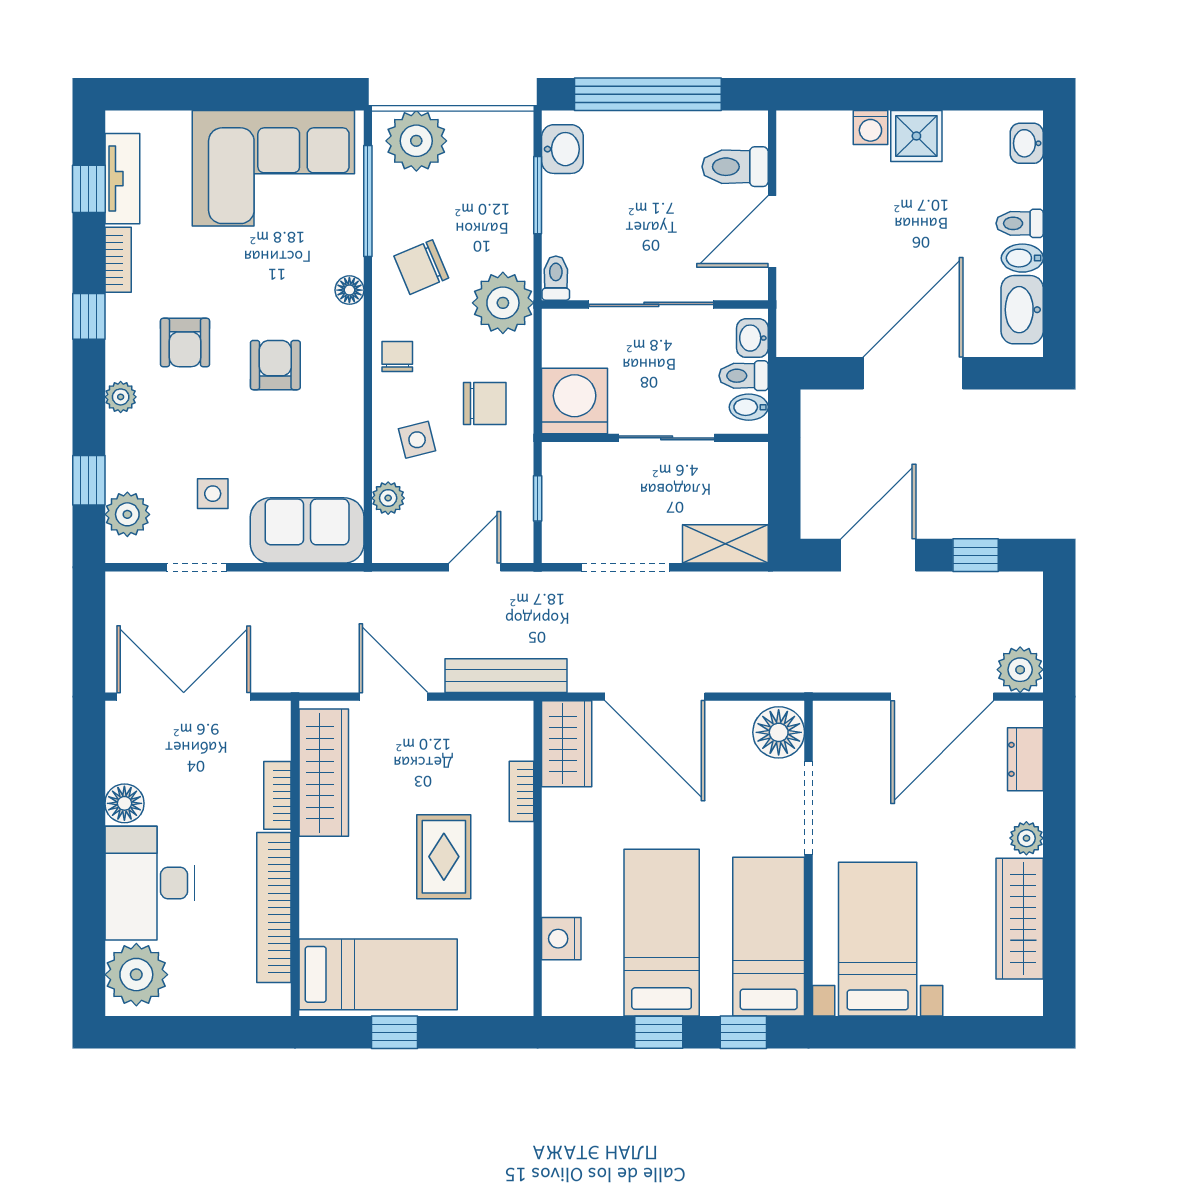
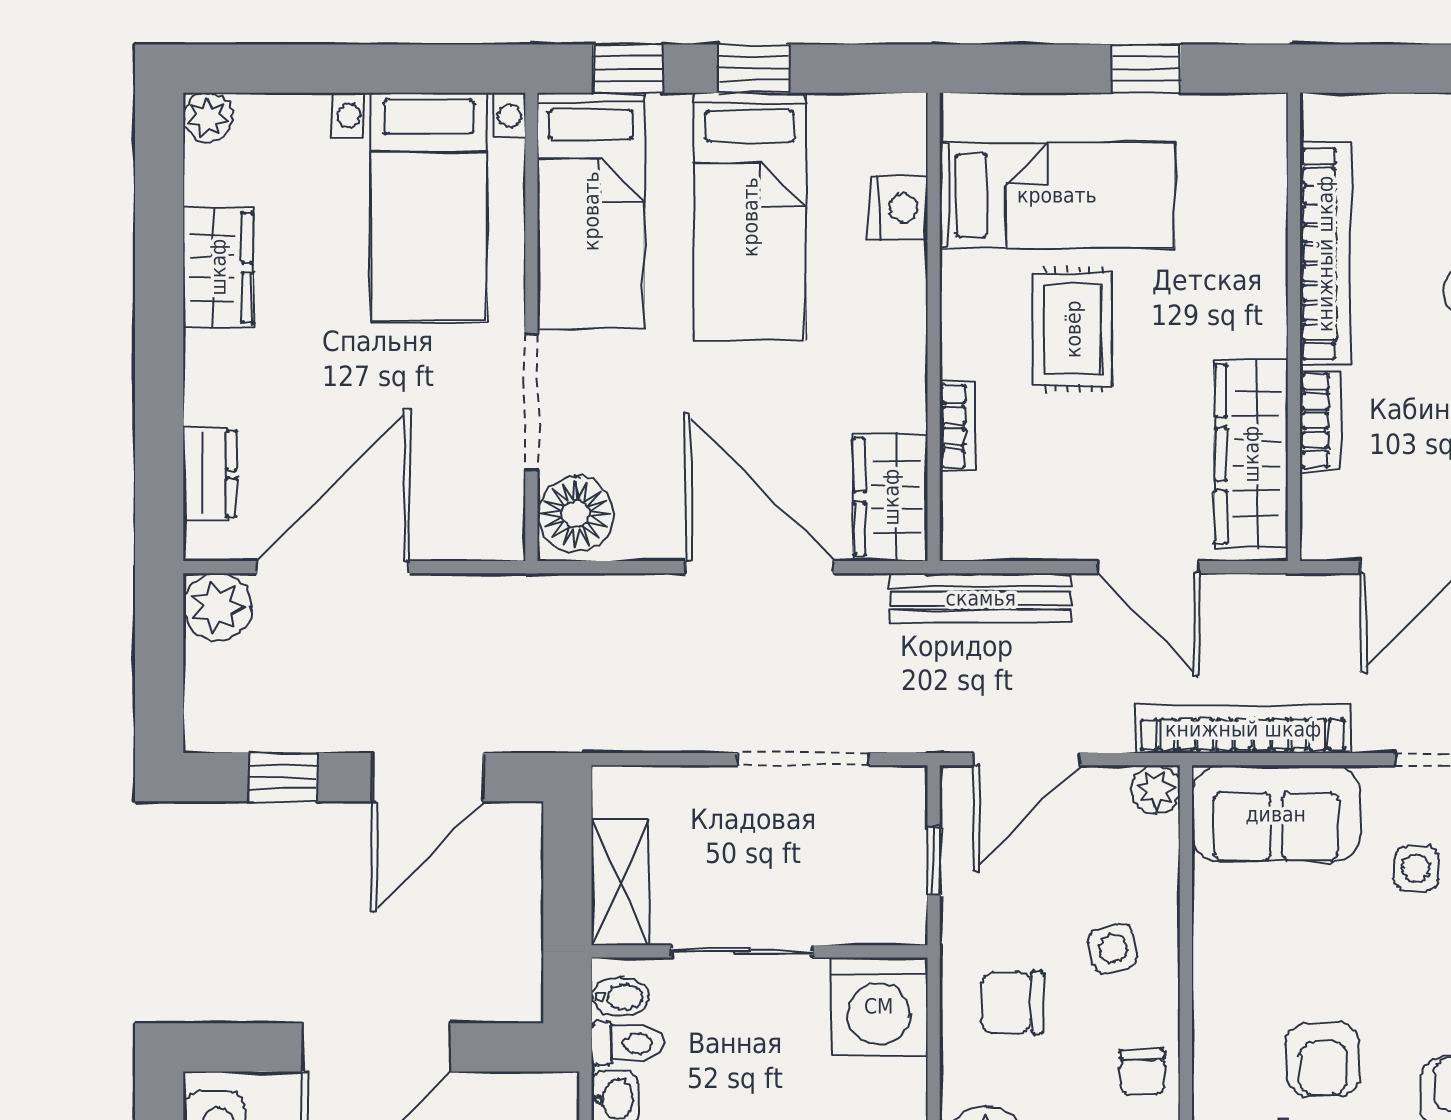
plant: (388, 498) -> (1156, 789), moved
shelving: (725, 544) -> (620, 882), moved, turned 90
door: (475, 567) -> (1027, 759), width x1.38
bookcase: (330, 588) -> (1243, 729), added
plant: (1026, 838) -> (208, 117), moved
wardrobe: (1020, 919) -> (218, 267), width x0.67
bed: (378, 974) -> (1057, 195), moved, turned 180

